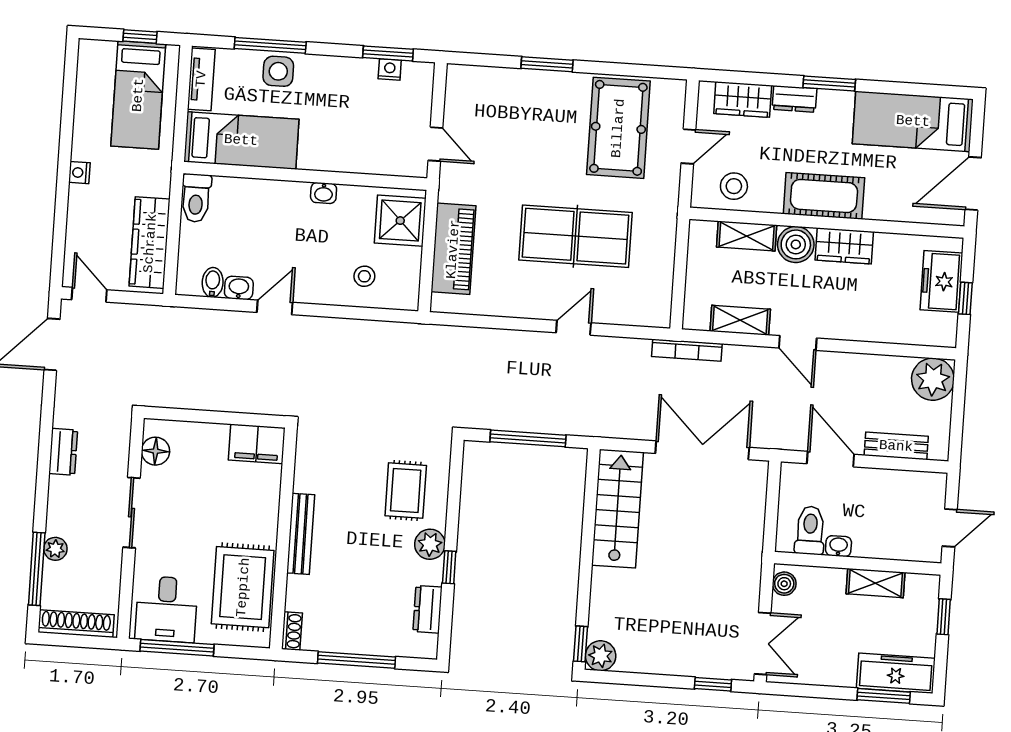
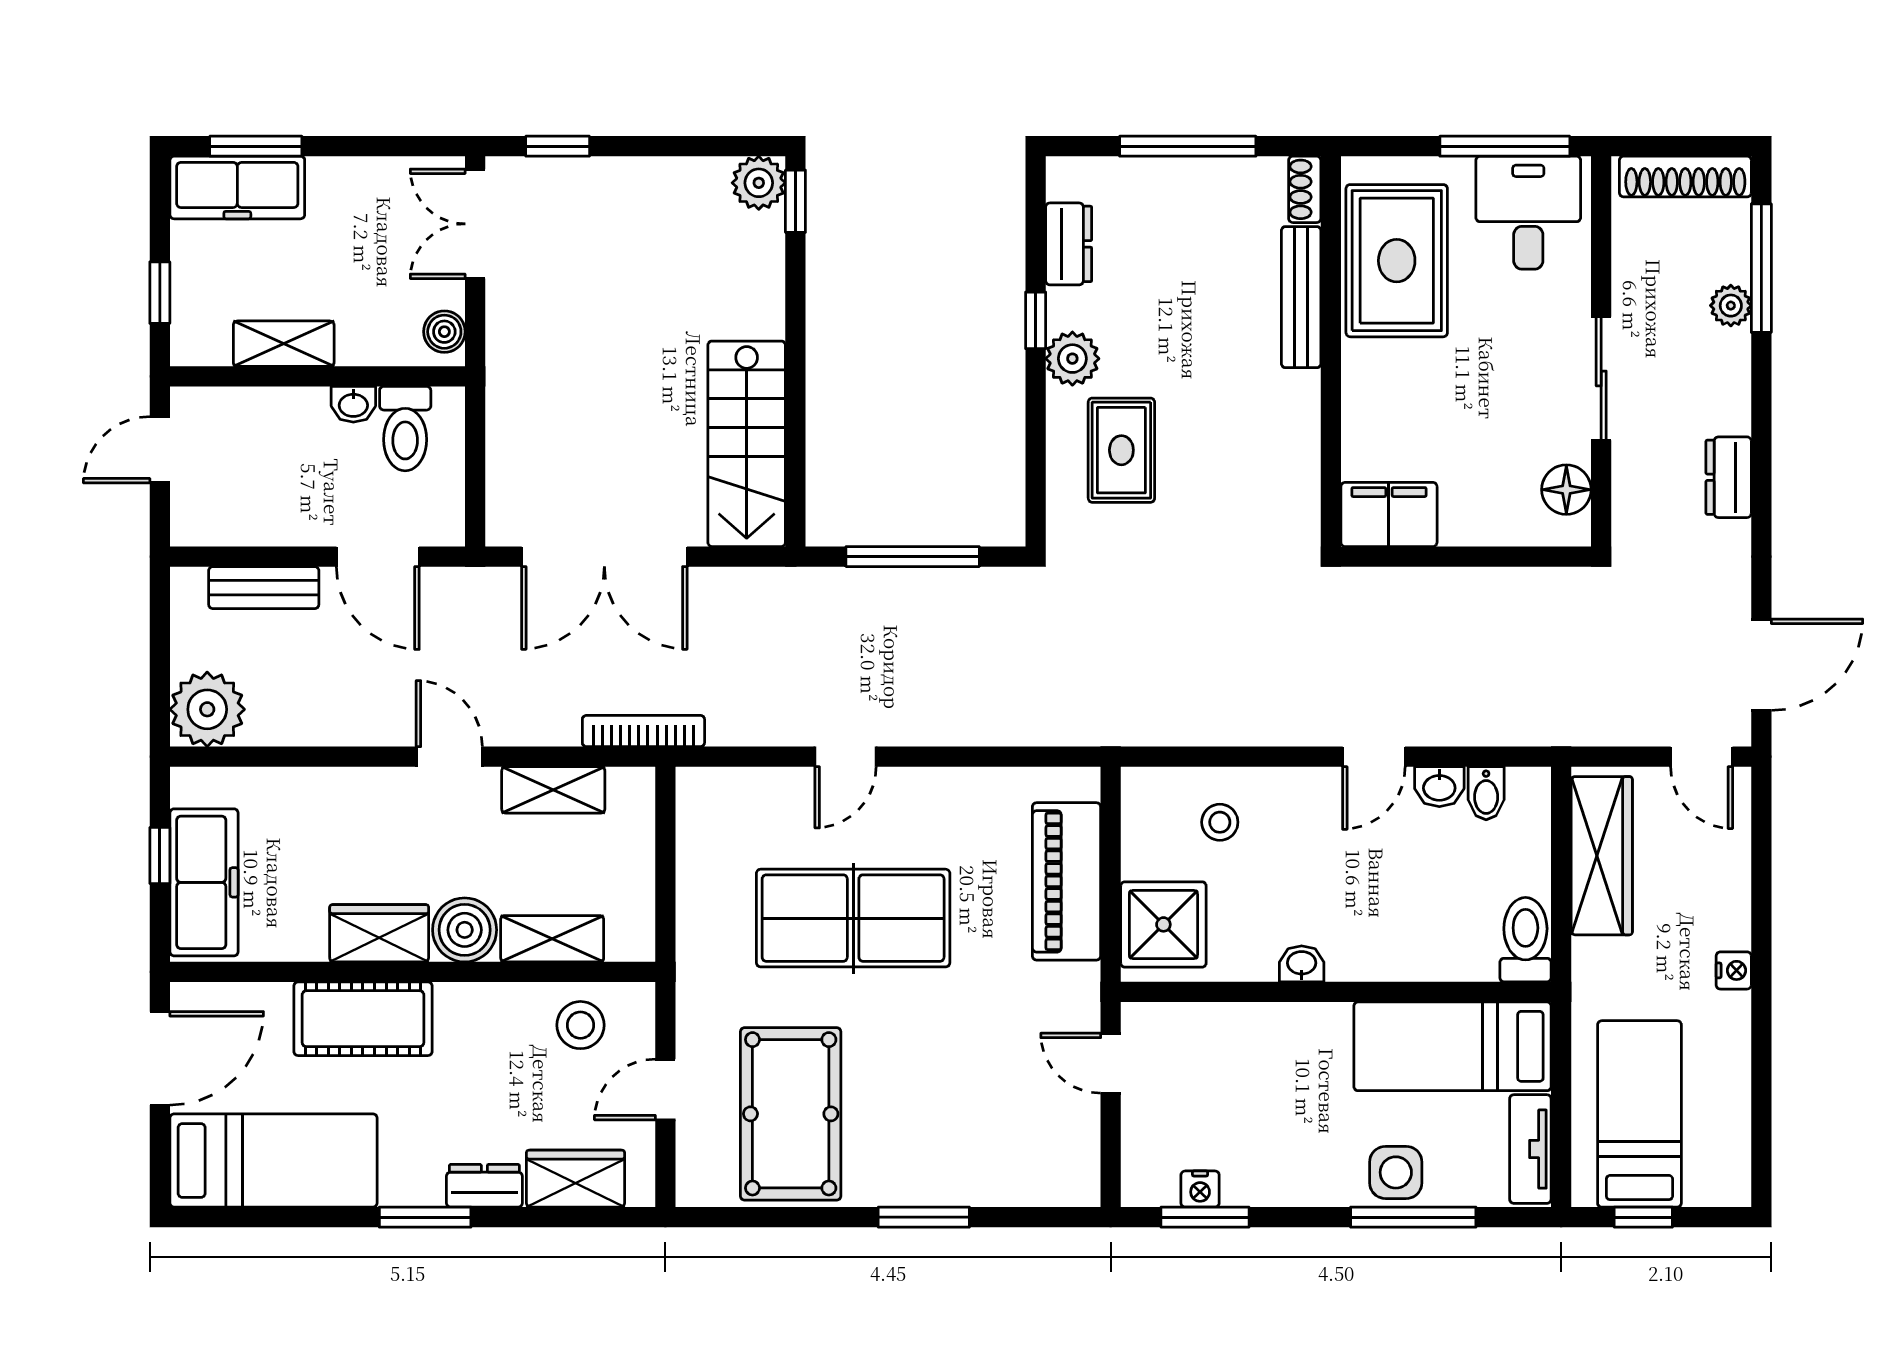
cot: (824, 196) -> (363, 1019), moved
freezer: (941, 281) -> (204, 882), width x1.40
bench: (301, 534) -> (1301, 297), moved

